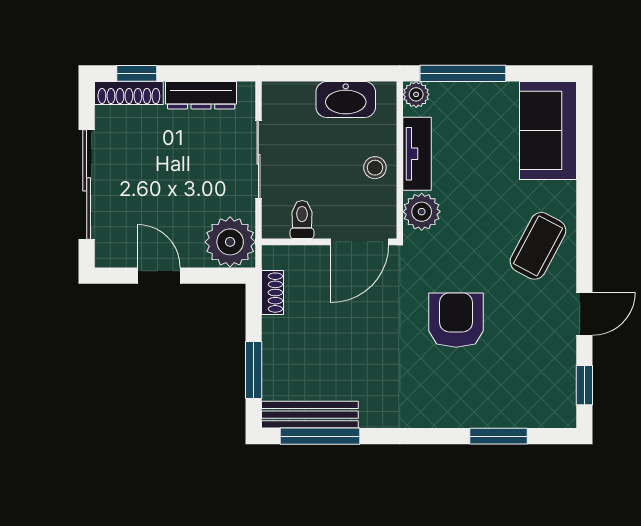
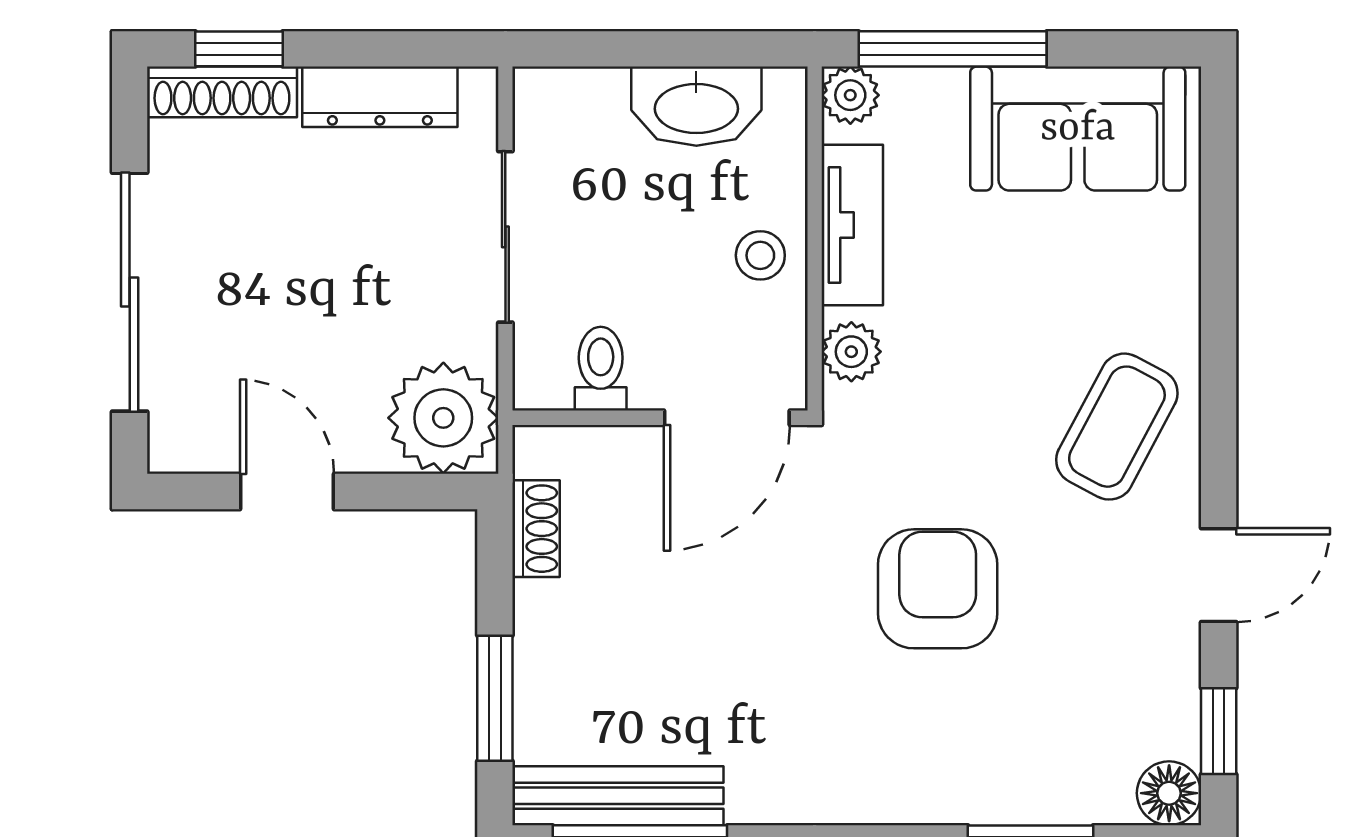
sofa: (548, 130) -> (1078, 129), moved, turned -90
plant: (422, 212) -> (851, 352), width x0.73, depth x0.73
floor lamp: (562, 413) -> (1169, 793), added

